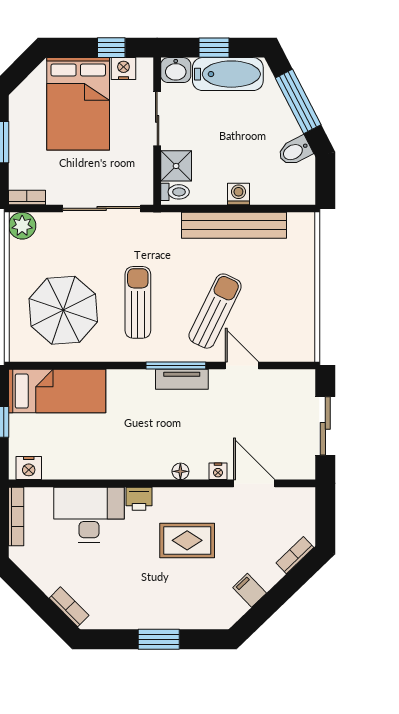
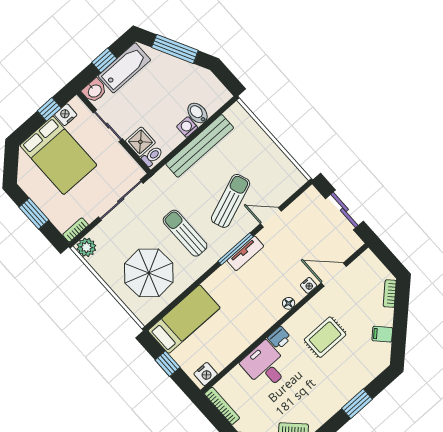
bidet: (295, 151) -> (198, 113), moved, turned 117
sun lounger: (215, 311) -> (231, 201), turned 43
desk: (89, 515) -> (265, 366), width x0.73

